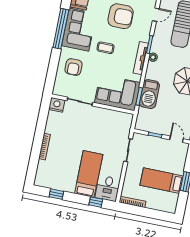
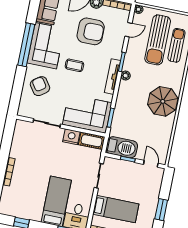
armchair: (74, 67) -> (40, 86), turned 145
barbecue: (149, 94) -> (122, 147), moved, turned -90
nightstand: (57, 105) -> (71, 137), moved
cot: (121, 118) -> (92, 141), added
bed: (161, 181) -> (116, 209), moved, turned 180

